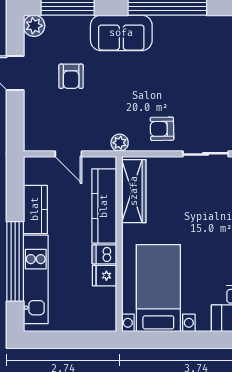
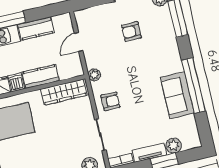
sofa: (121, 33) -> (177, 95), moved
armchair: (162, 129) -> (110, 101), turned 91
kitchen counter: (104, 206) -> (41, 76), width x0.67

